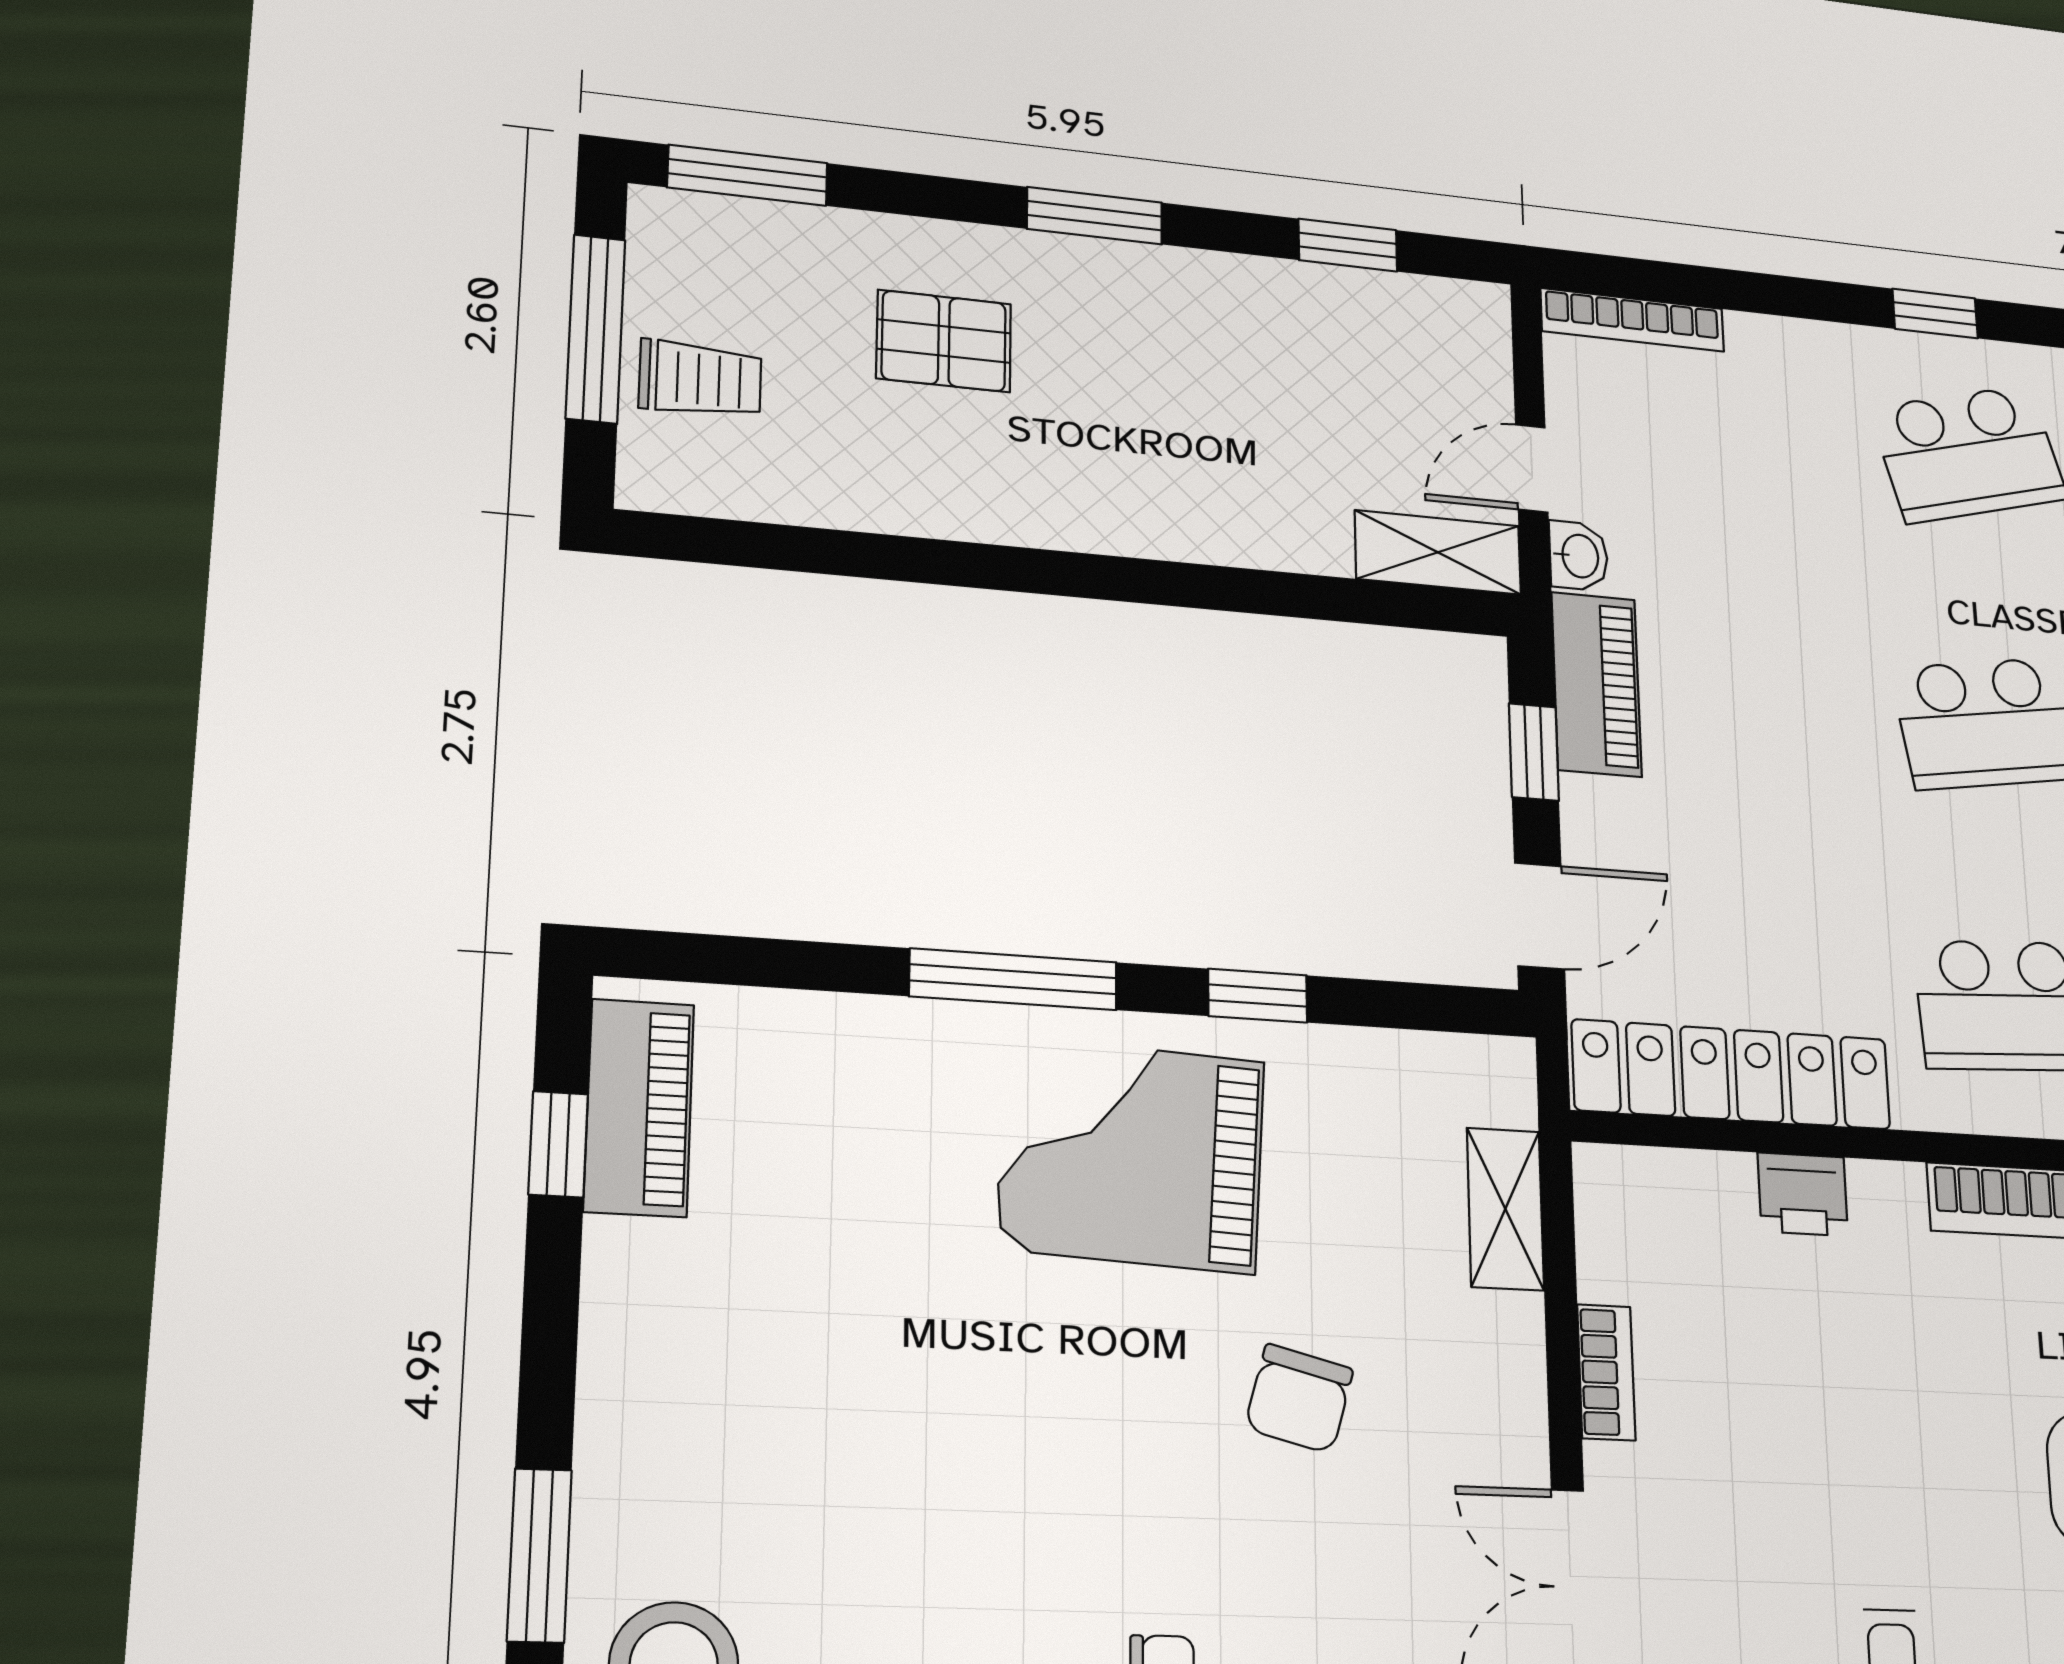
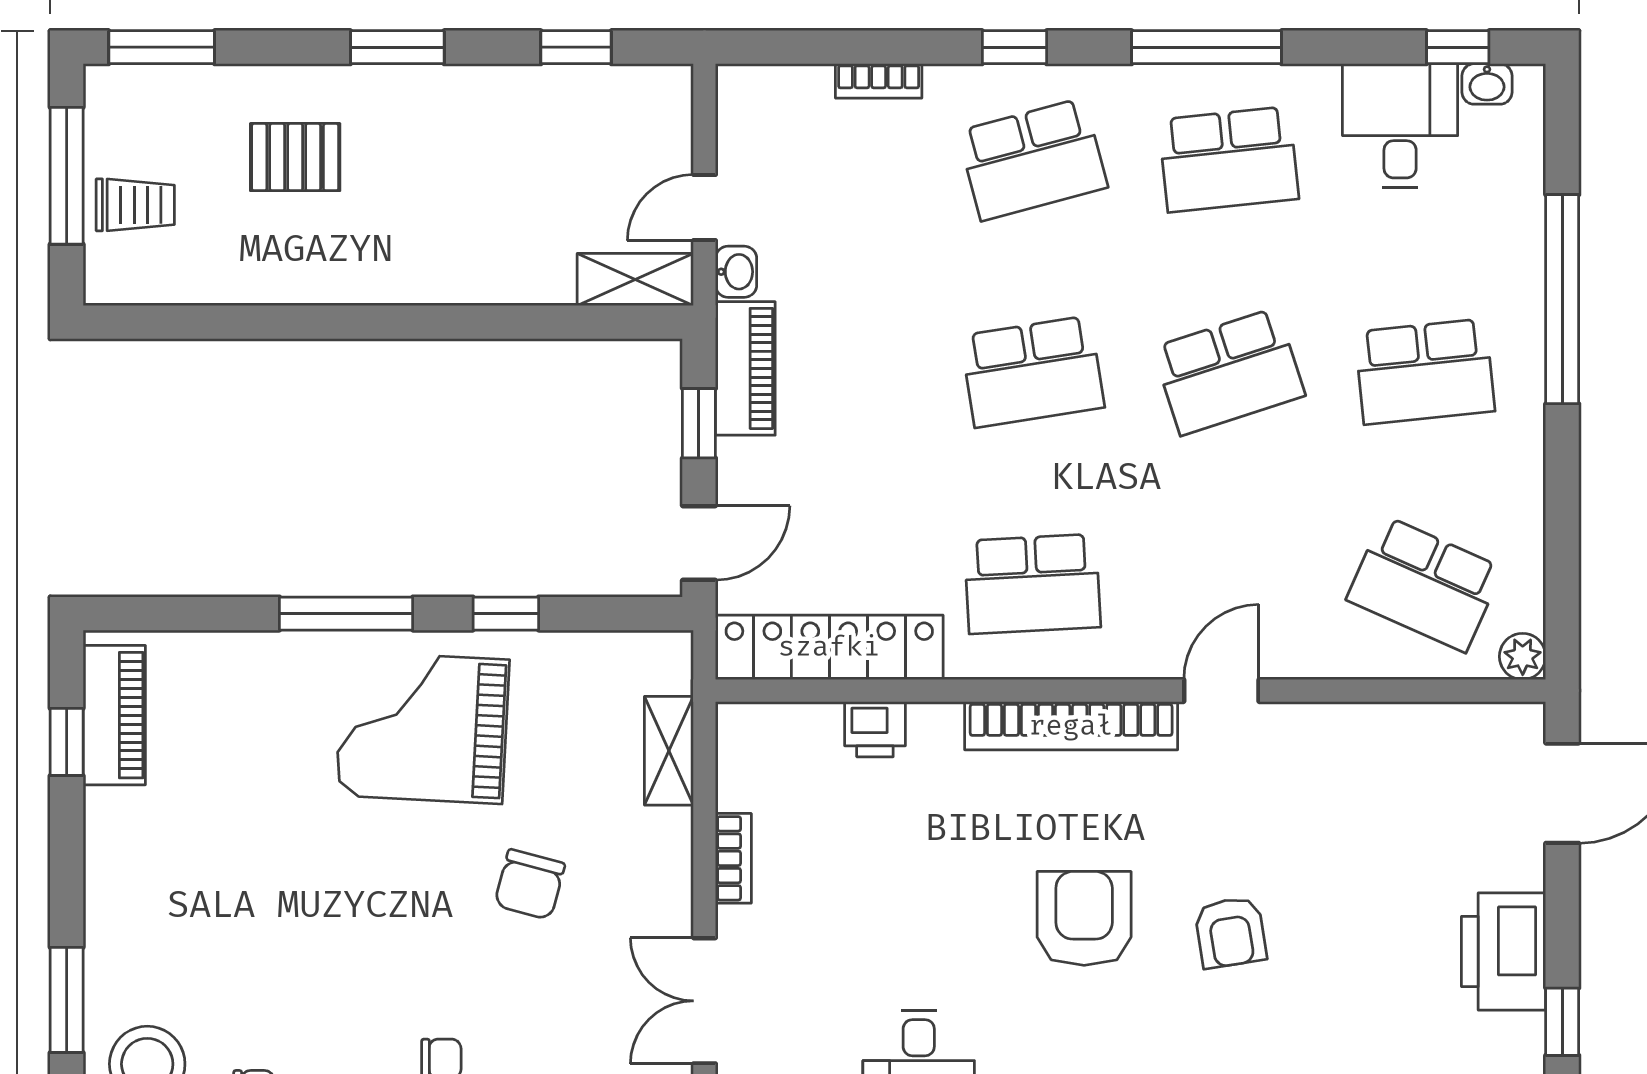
bookcase: (1632, 320) -> (879, 81), moved, width x0.64

